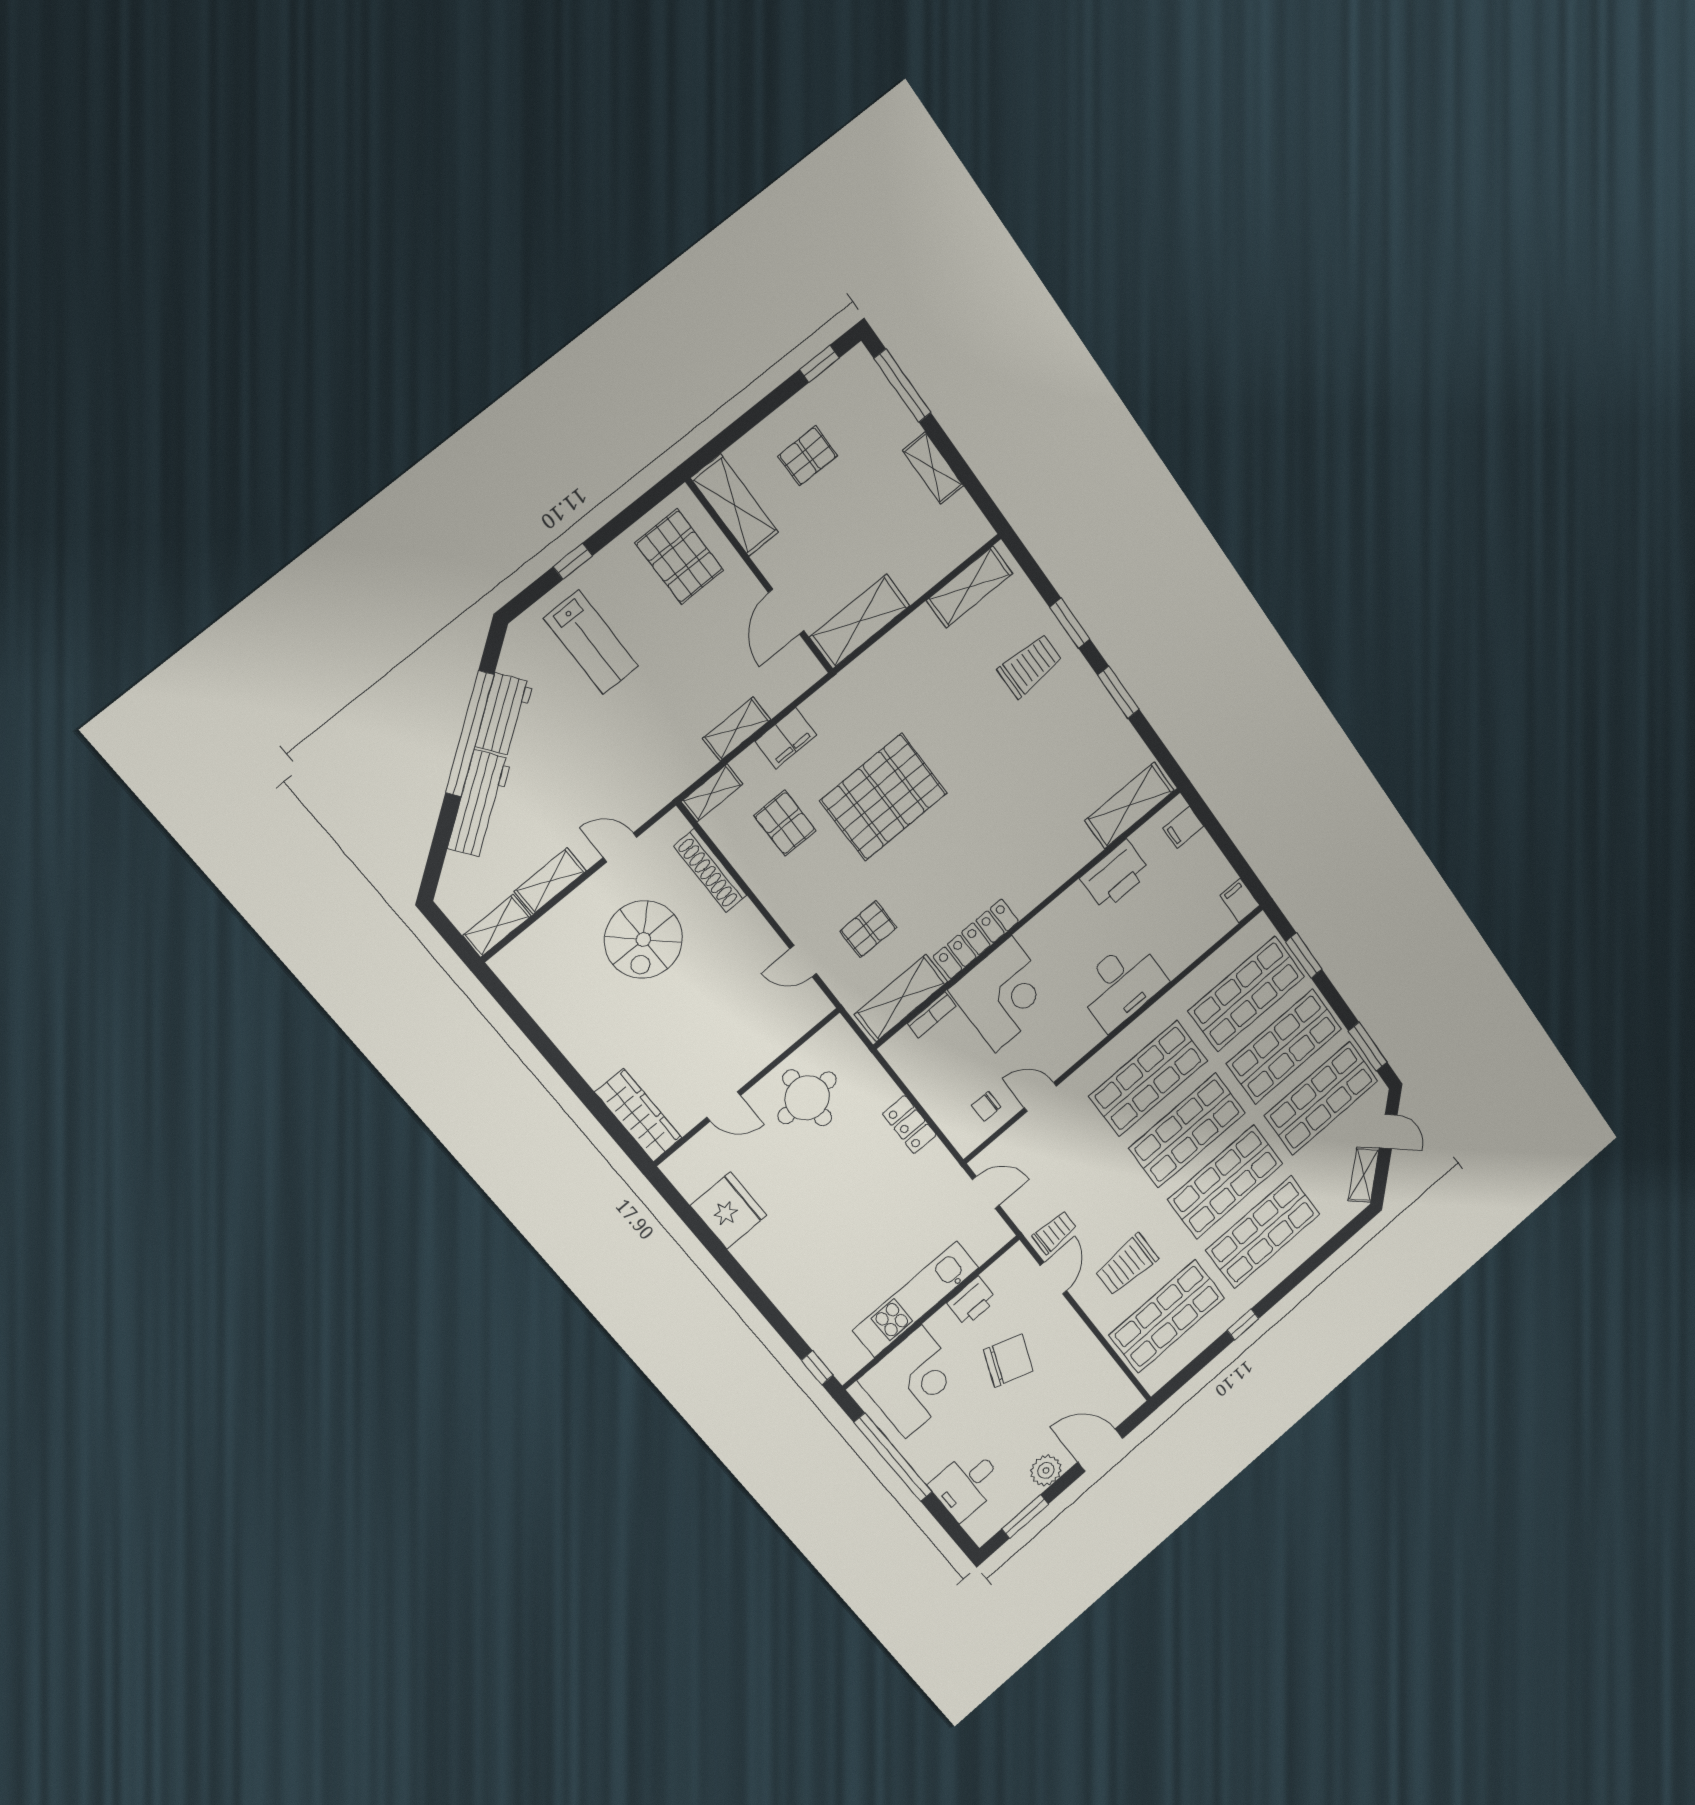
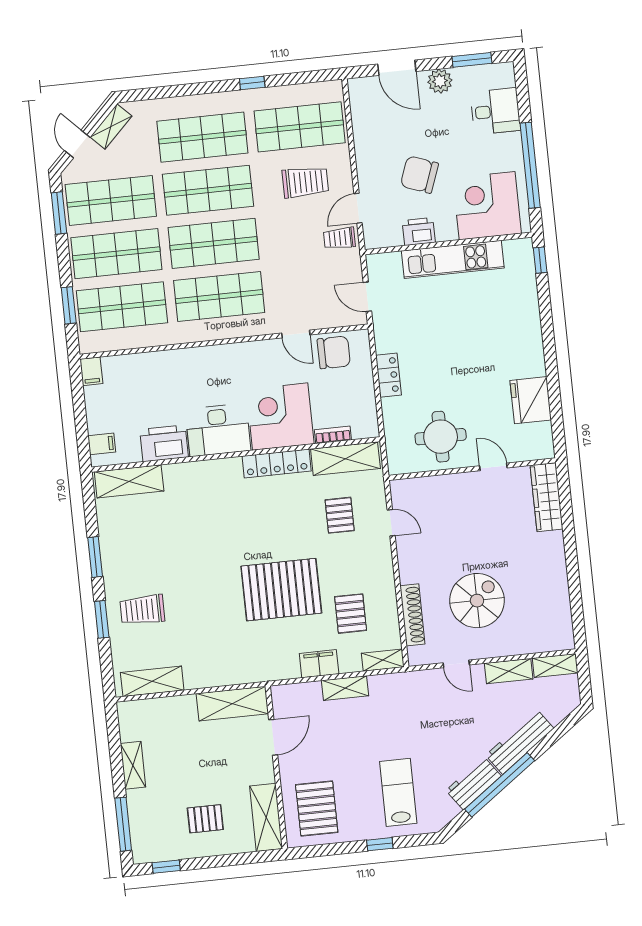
pallet: (868, 929) -> (340, 515), turned 90
desk: (1121, 984) -> (218, 430), moved, turned 180
chair: (986, 1106) -> (334, 352), width x1.87, depth x1.87

